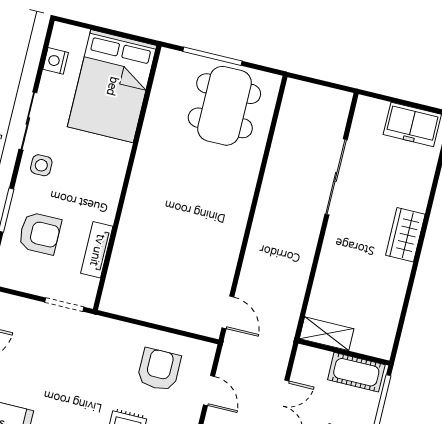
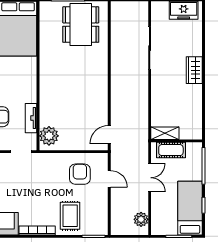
plant: (121, 289) -> (49, 136), added
door: (228, 312) -> (109, 135), swing flipped
cot: (356, 372) -> (171, 150), moved

